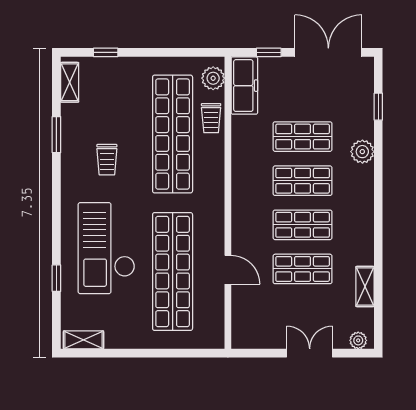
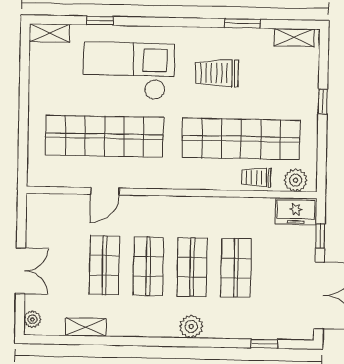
window: (106, 52) -> (323, 101), moved
freezer: (244, 86) -> (296, 211), width x0.71
plant: (362, 152) -> (191, 326), moved
trolley: (107, 160) -> (217, 73), width x1.36, depth x1.39
shelving: (83, 340) -> (49, 33), moved, turned 90

